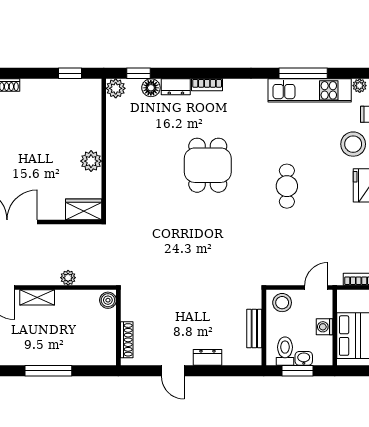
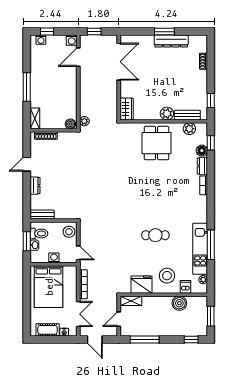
plant: (116, 88) -> (189, 129), moved
bench: (94, 111) -> (187, 115), added
plant: (91, 161) -> (167, 114), moved
dining table: (208, 165) -> (157, 143), moved, turned 90
cafe table: (287, 186) -> (155, 235), moved
plant: (68, 278) -> (84, 121), moved
shelving: (37, 297) -> (35, 118), moved
bench: (254, 328) -> (42, 215), moved

